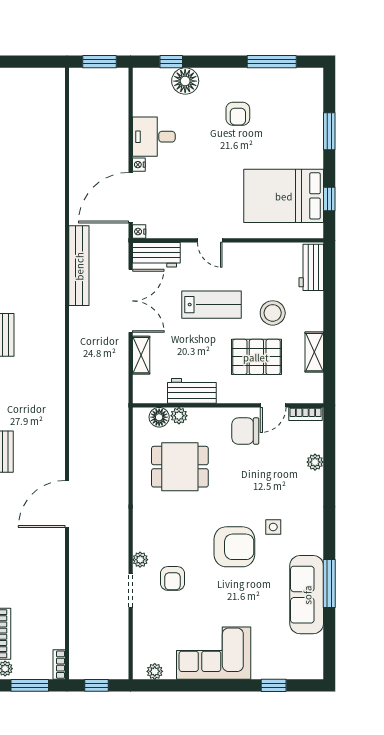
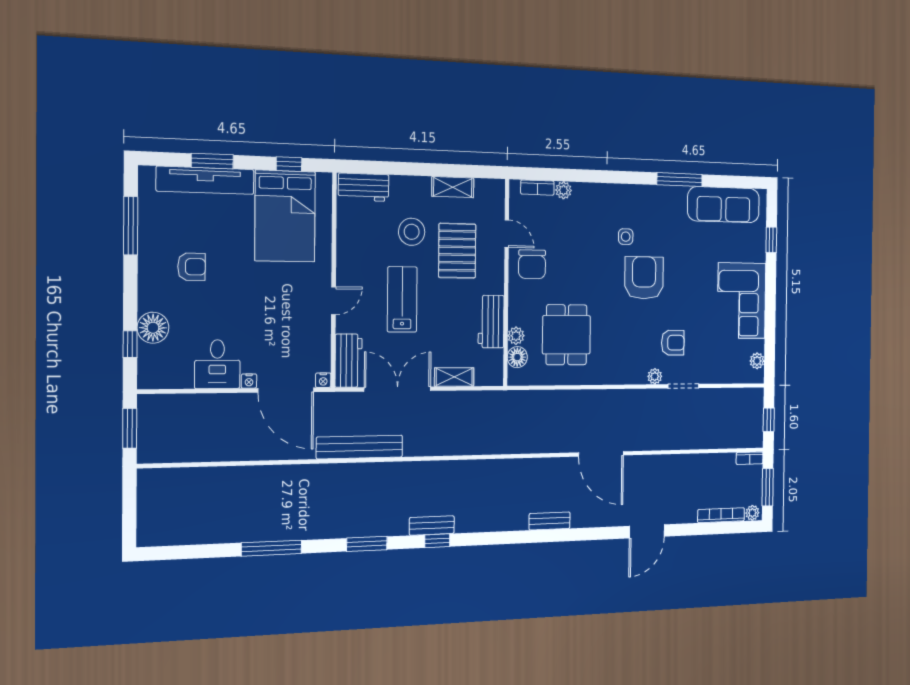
tv unit: (312, 125) -> (205, 180), added
bookcase: (306, 414) -> (537, 188), moved, turned 90
sofa: (307, 595) -> (724, 205), moved

